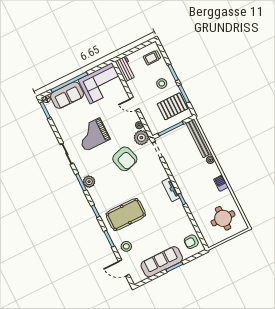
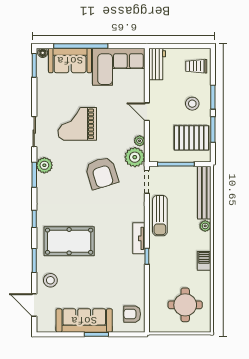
sun lounger: (177, 168) -> (160, 216), added
plant: (89, 182) -> (44, 165), moved

